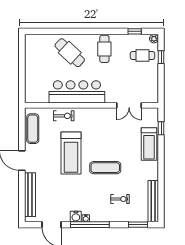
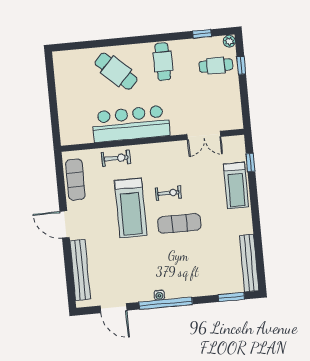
exercise bike: (120, 199) -> (168, 193), moved
water cooler: (76, 217) -> (146, 294), removed

